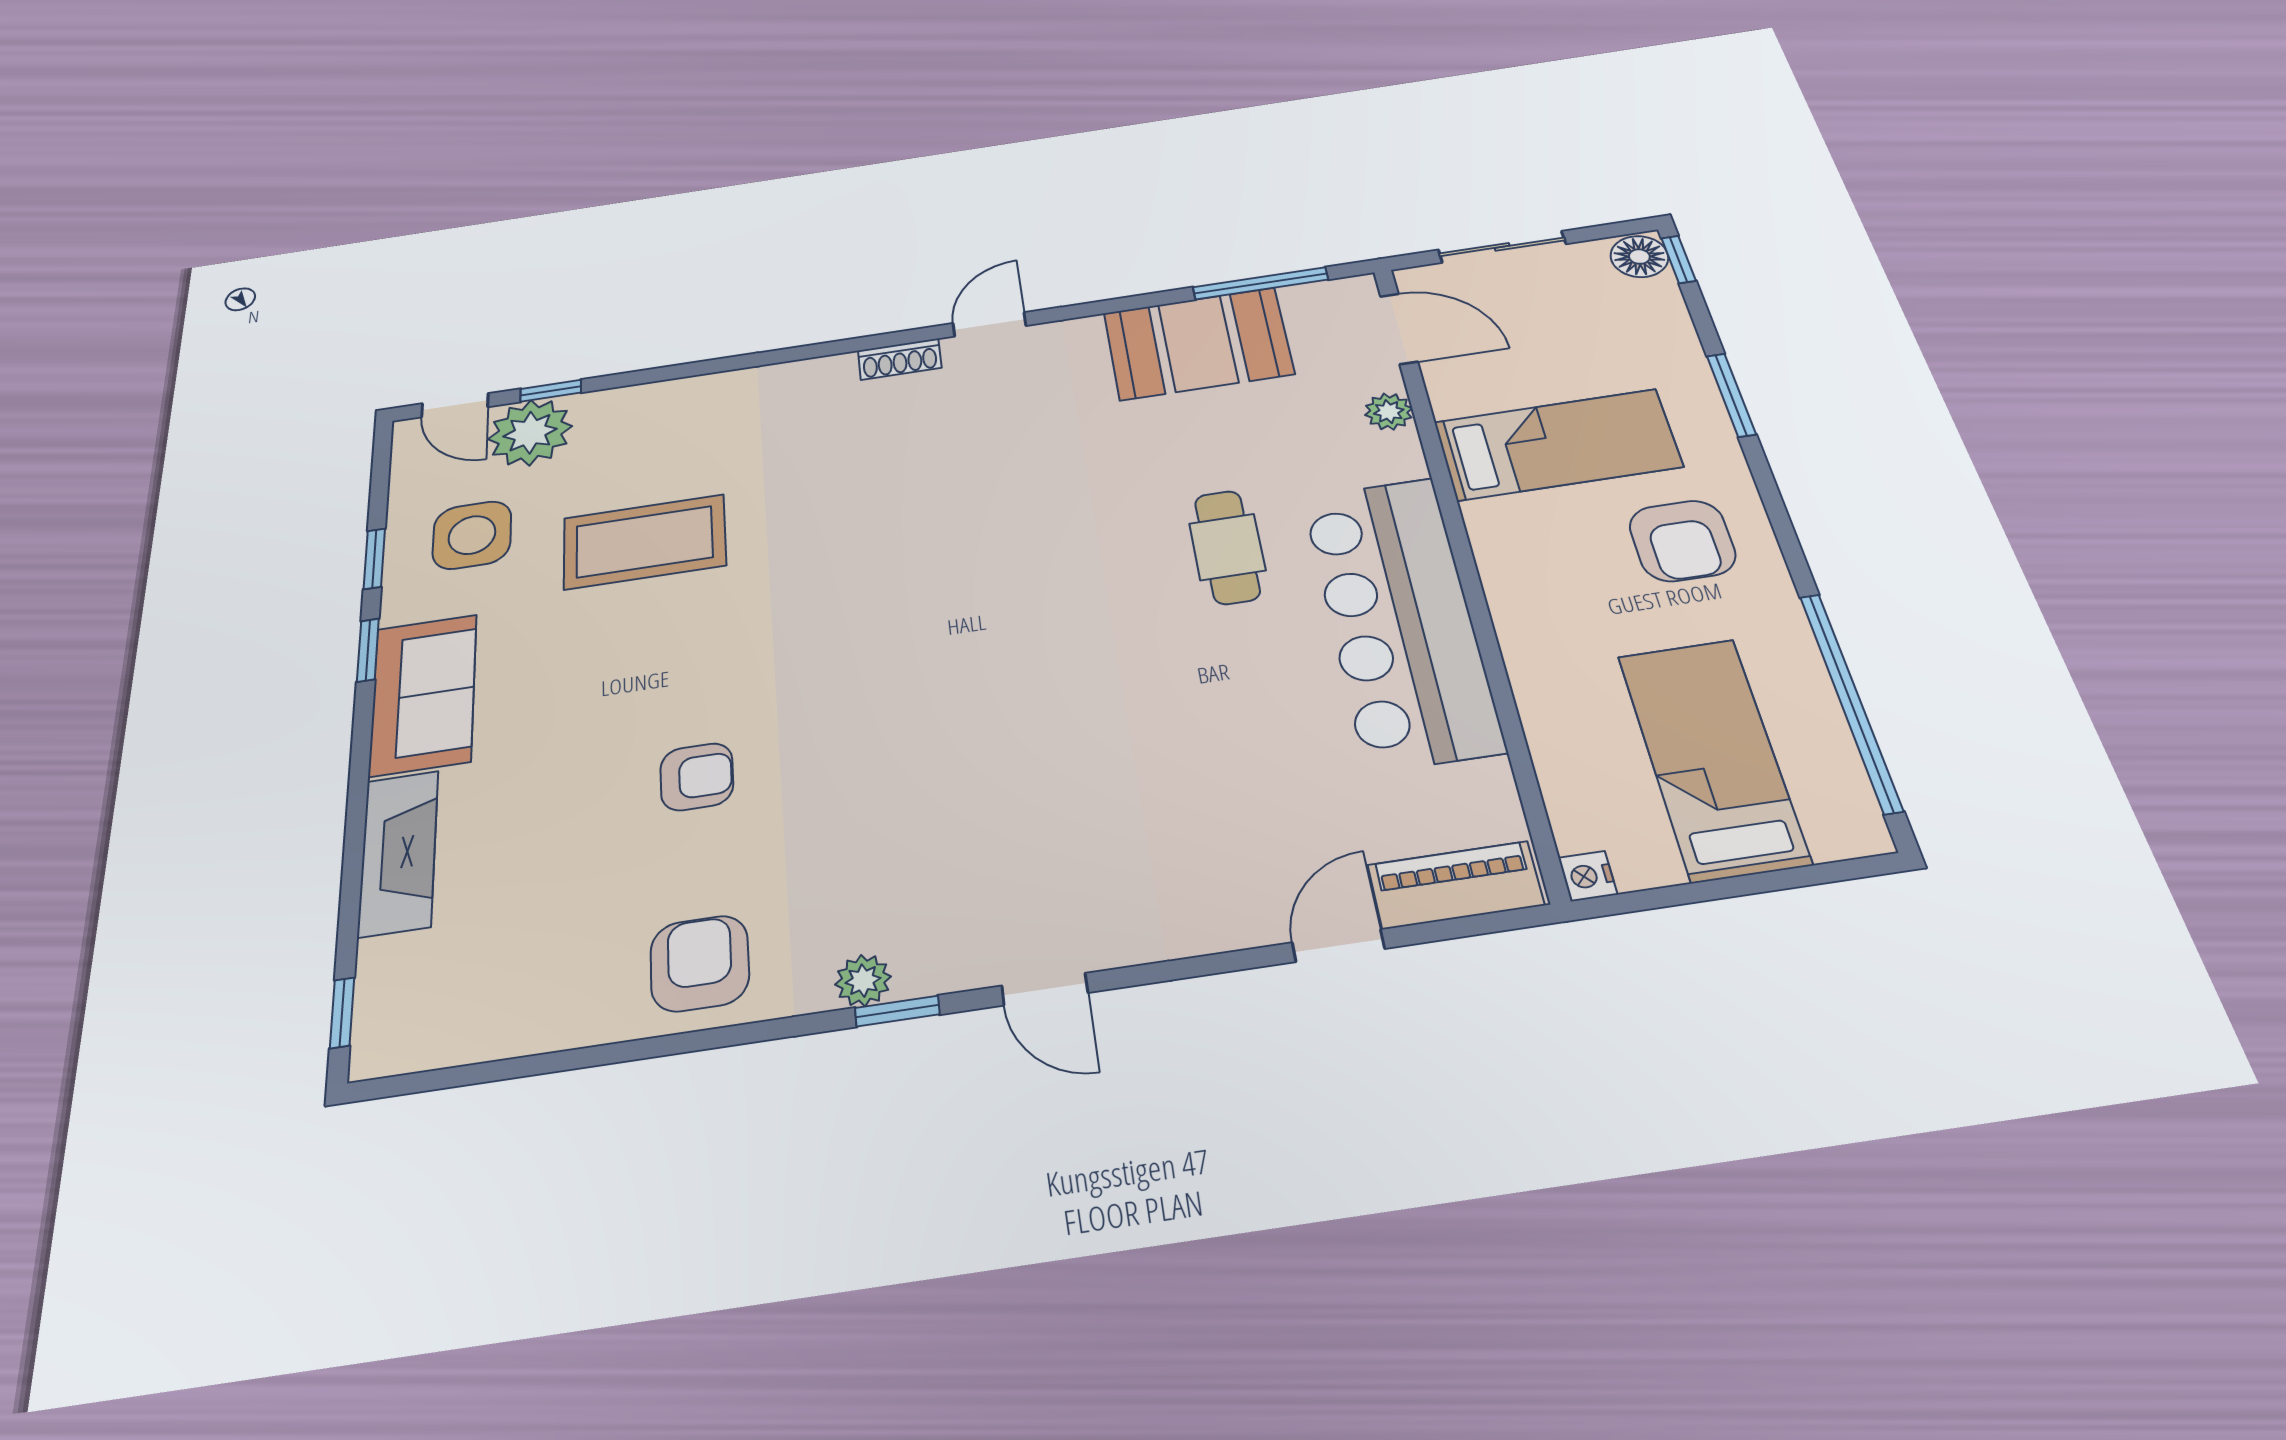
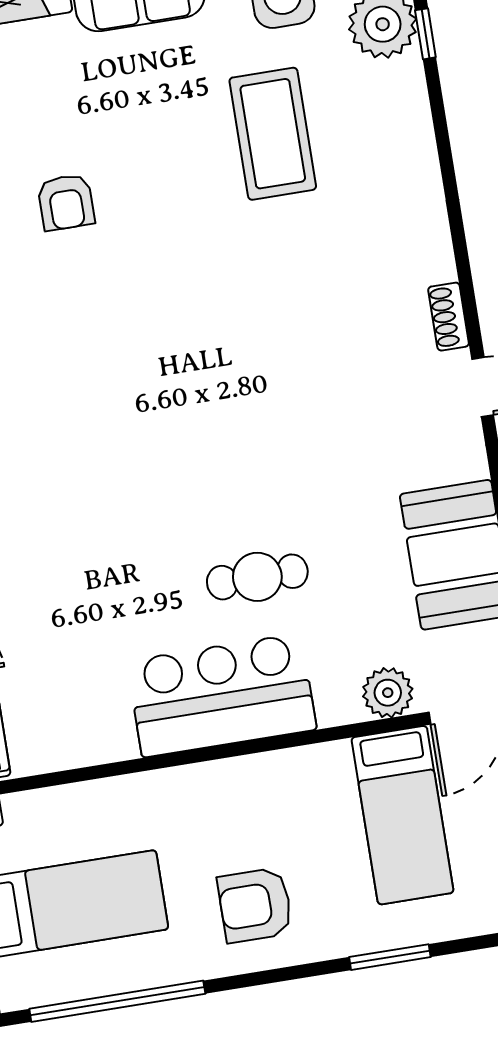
plant: (1389, 412) -> (388, 693), width x1.38, depth x1.38
bed: (1557, 444) -> (402, 815), moved
bar counter: (1401, 620) -> (222, 695), width x0.73

